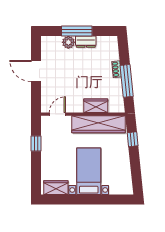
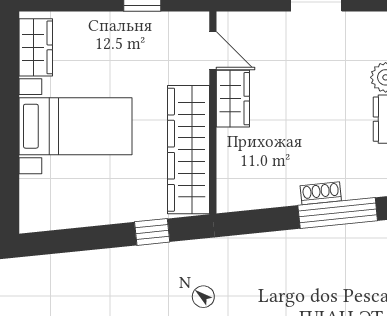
window: (127, 81) -> (338, 213), moved
wardrobe: (96, 106) -> (233, 99), moved

